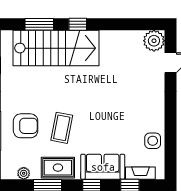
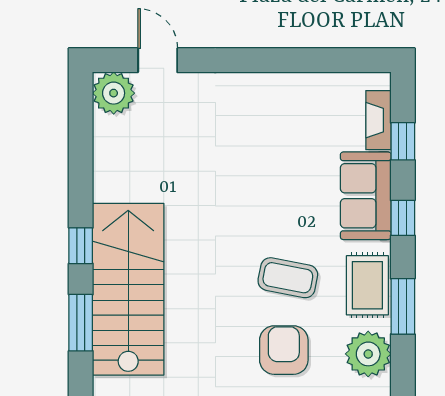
side table: (153, 141) -> (314, 96), removed
plant: (24, 173) -> (368, 354), width x1.88, depth x1.88

